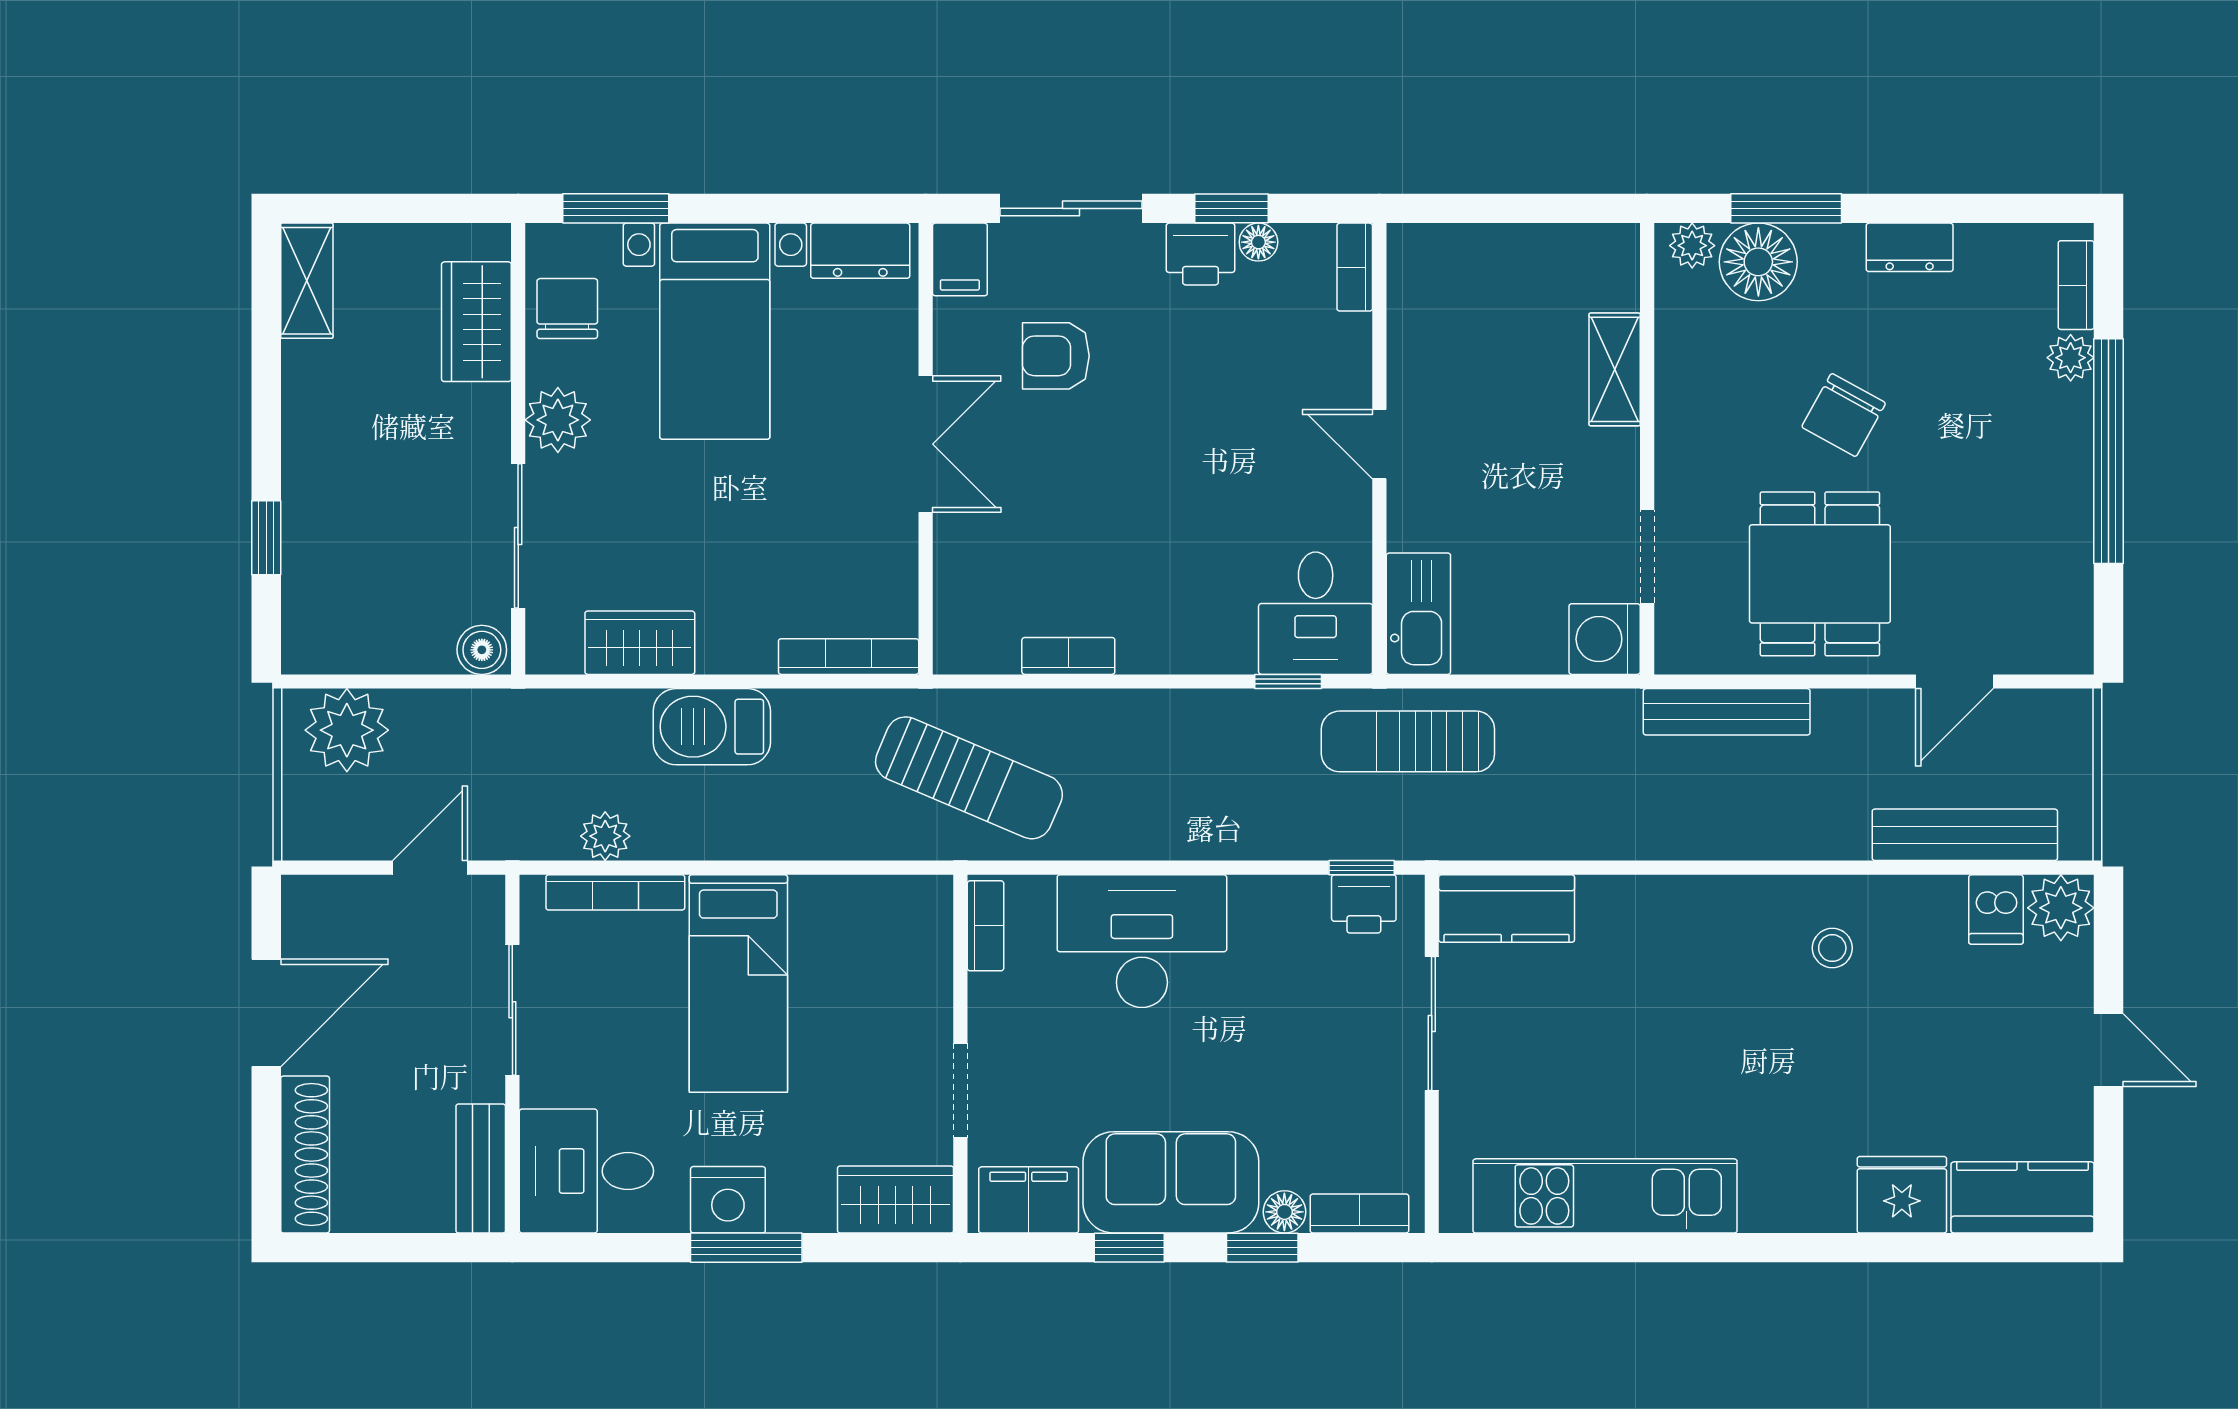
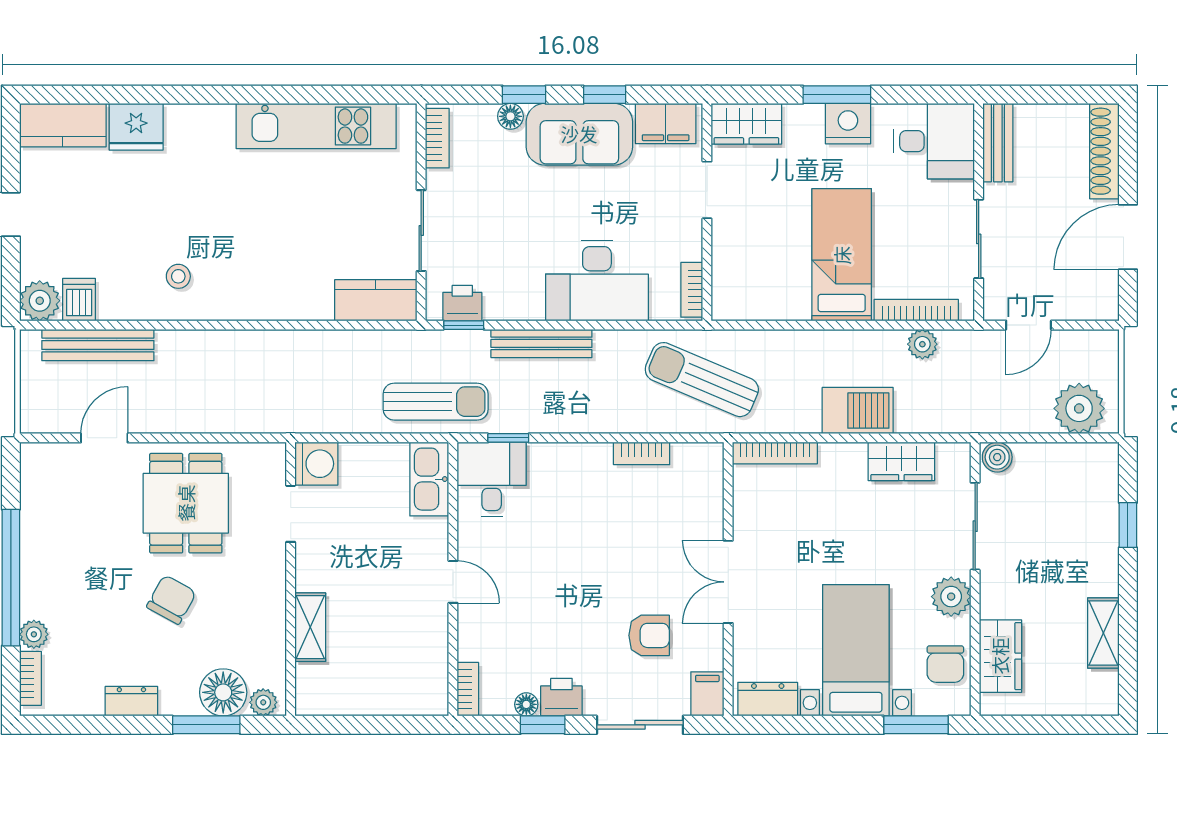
shelving: (307, 281) -> (1103, 633), moved
bench: (1727, 712) -> (541, 343), moved
bookcase: (1359, 1213) -> (437, 138), moved, turned -90

